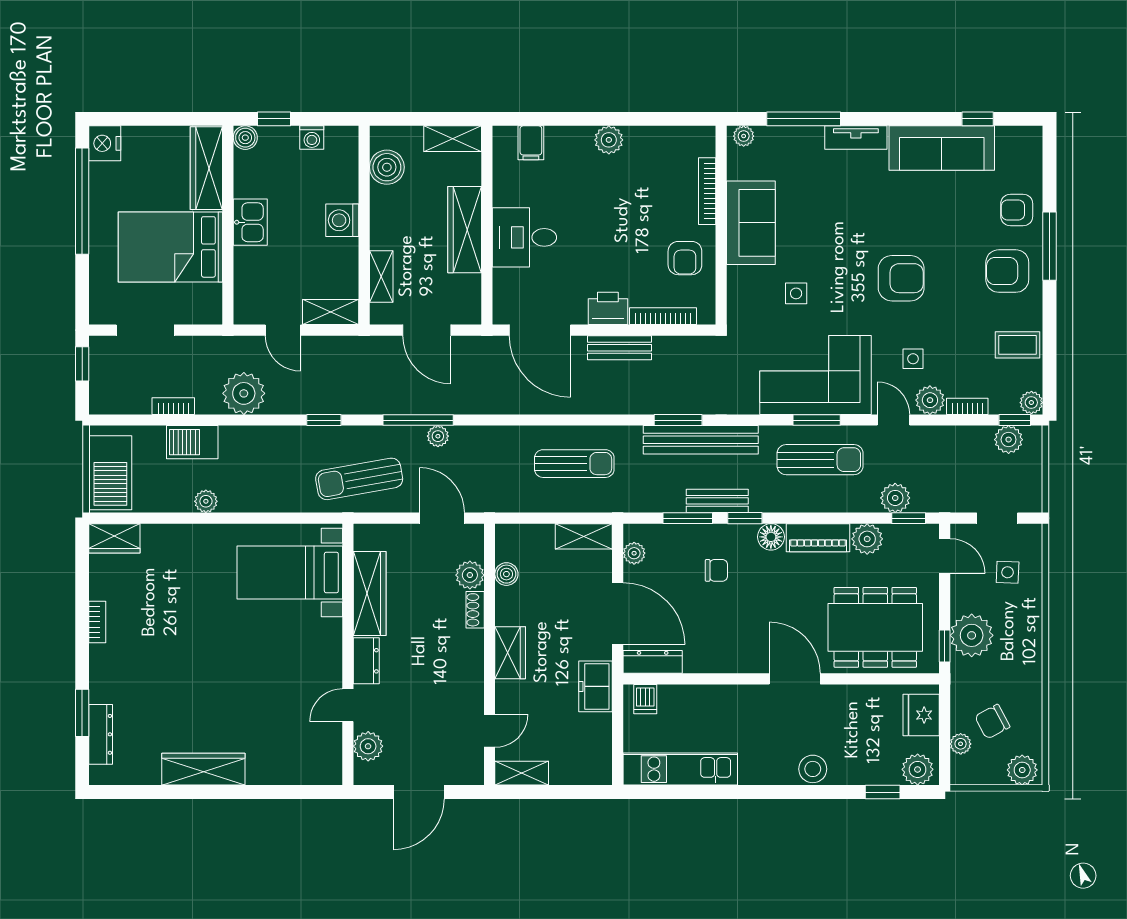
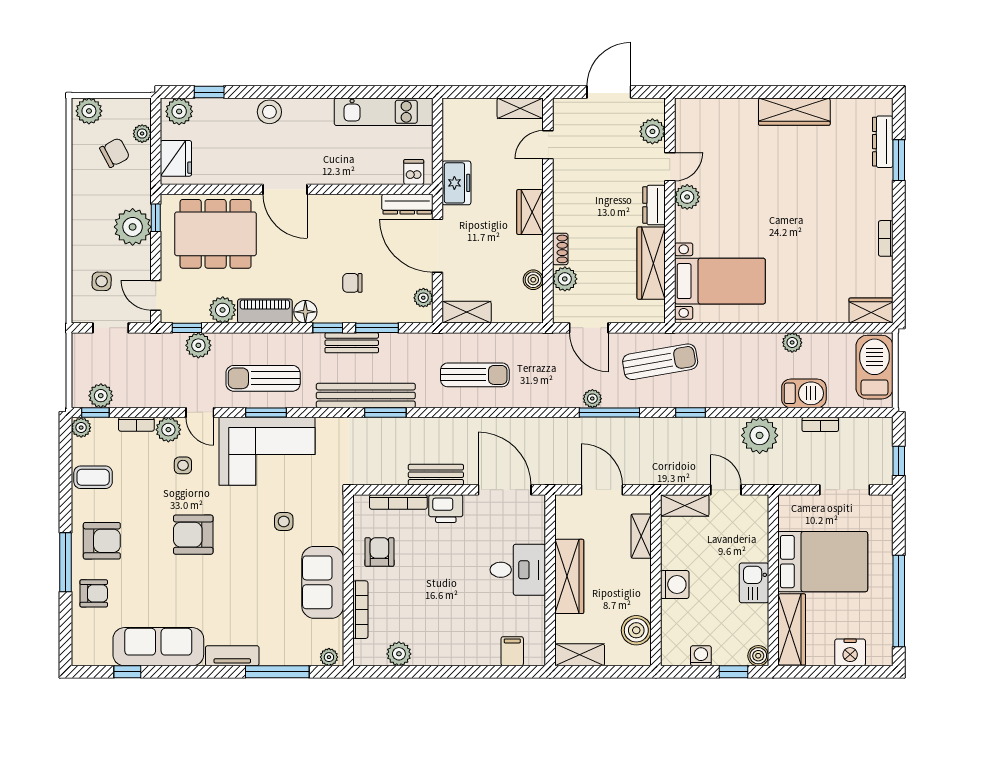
plant: (609, 140) -> (399, 654), moved
nightstand: (105, 143) -> (850, 652), moved, turned 90
sun lounger: (574, 464) -> (475, 375), turned 180
plant: (328, 670) -> (687, 197), added

